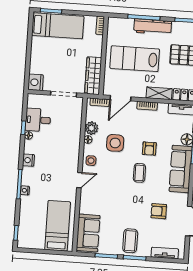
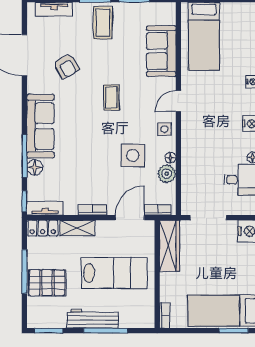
armchair: (149, 149) -> (85, 151), removed
coffee table: (139, 173) -> (111, 97), moved
armchair: (159, 211) -> (67, 66), turned 61
sofa: (88, 233) -> (161, 51), moved

